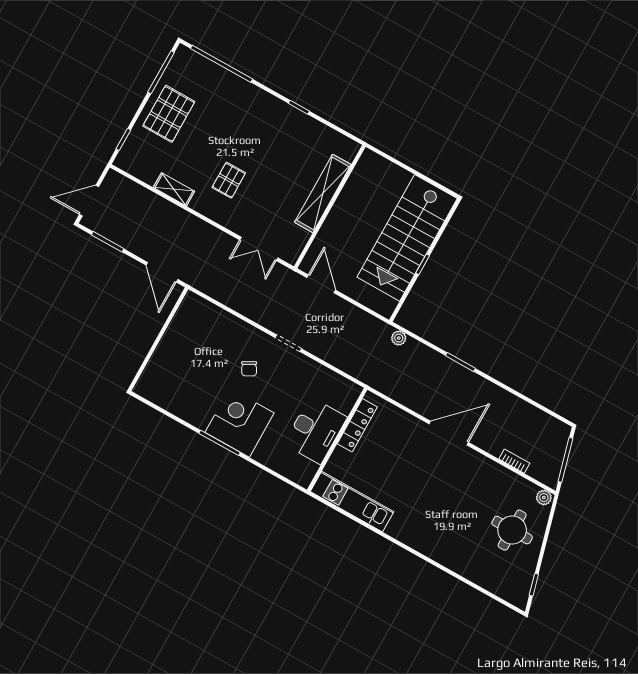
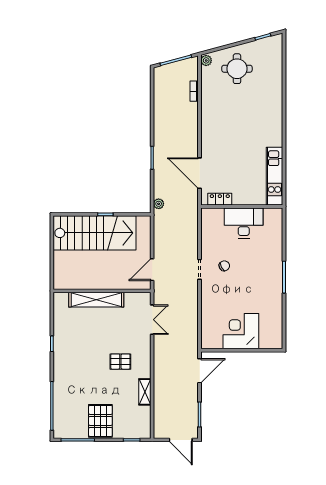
pallet: (169, 114) -> (100, 421), turned 90
chair: (249, 369) -> (224, 266), moved
corner desk: (240, 423) -> (241, 331), moved, turned 90
locker: (357, 425) -> (220, 199), width x0.66
door: (449, 433) -> (200, 173), moved

